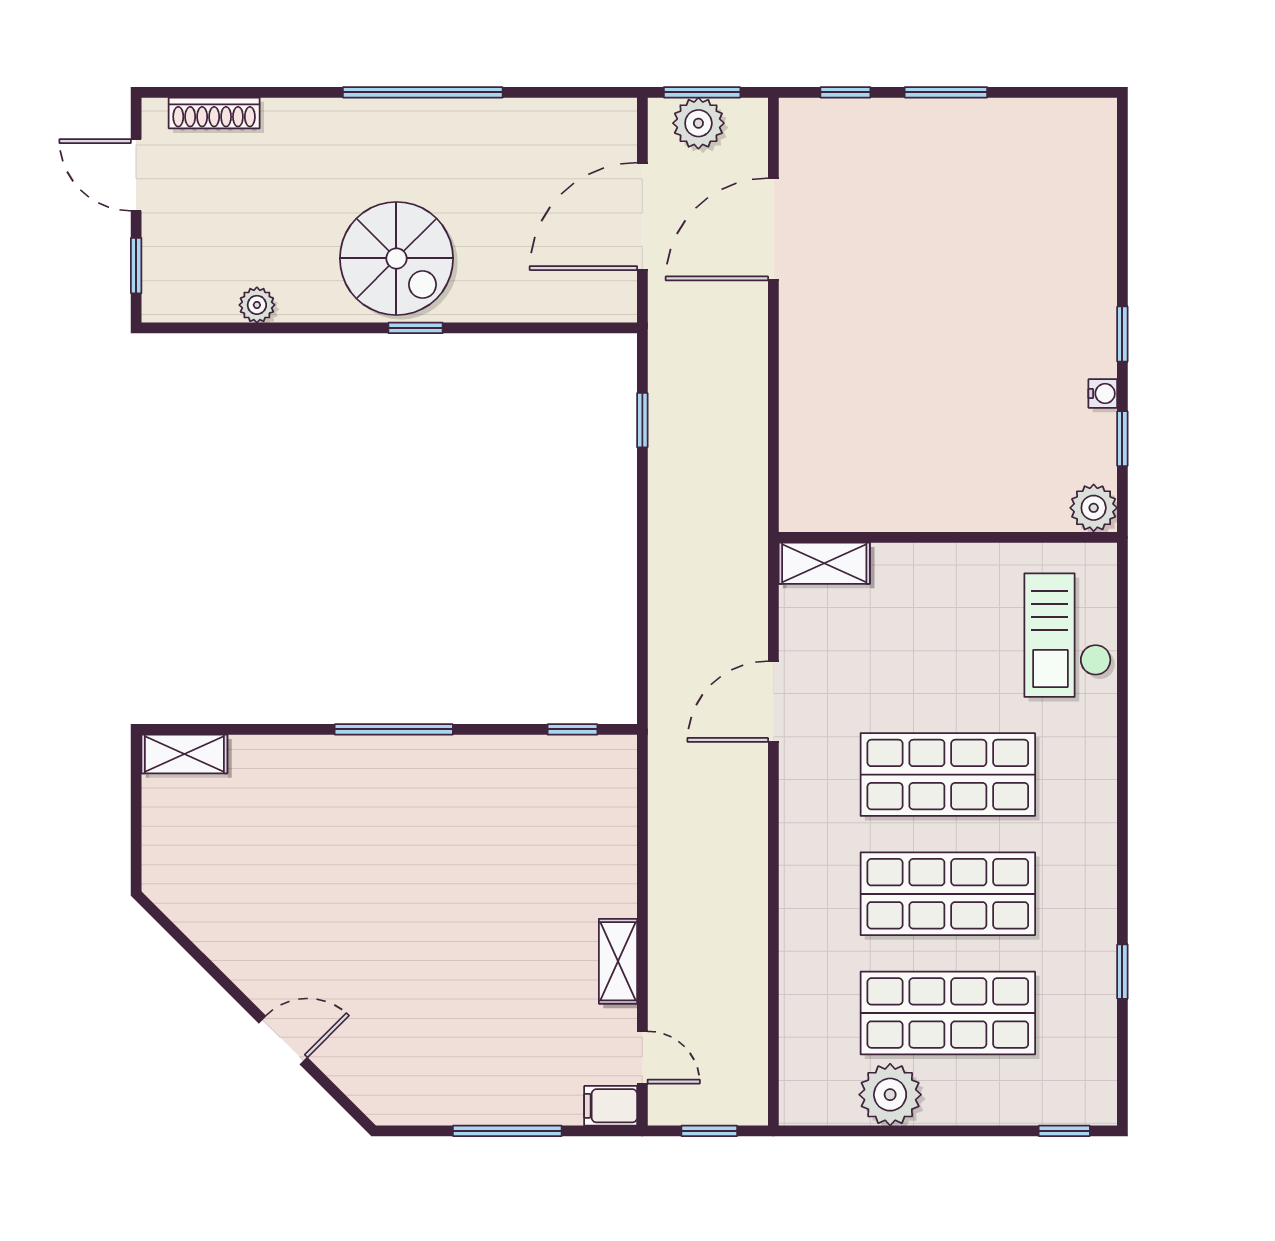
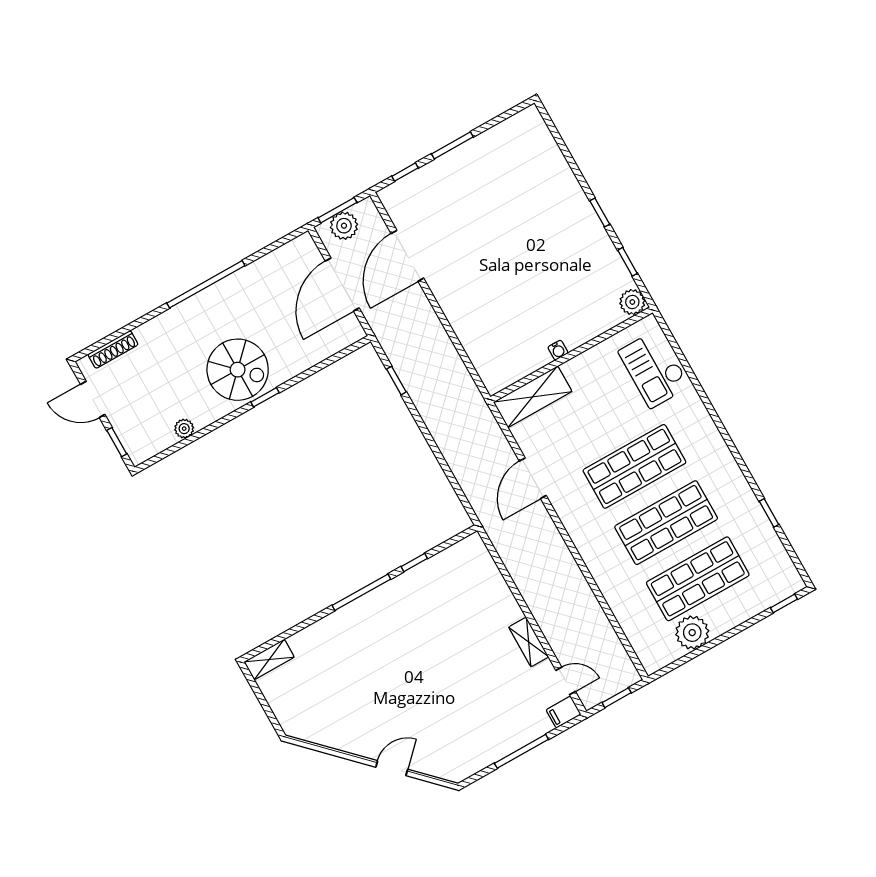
water cooler: (1103, 394) -> (558, 350), moved, turned 90
shelving: (824, 563) -> (533, 397), width x1.50, depth x1.33
window: (572, 729) -> (414, 563), moved

